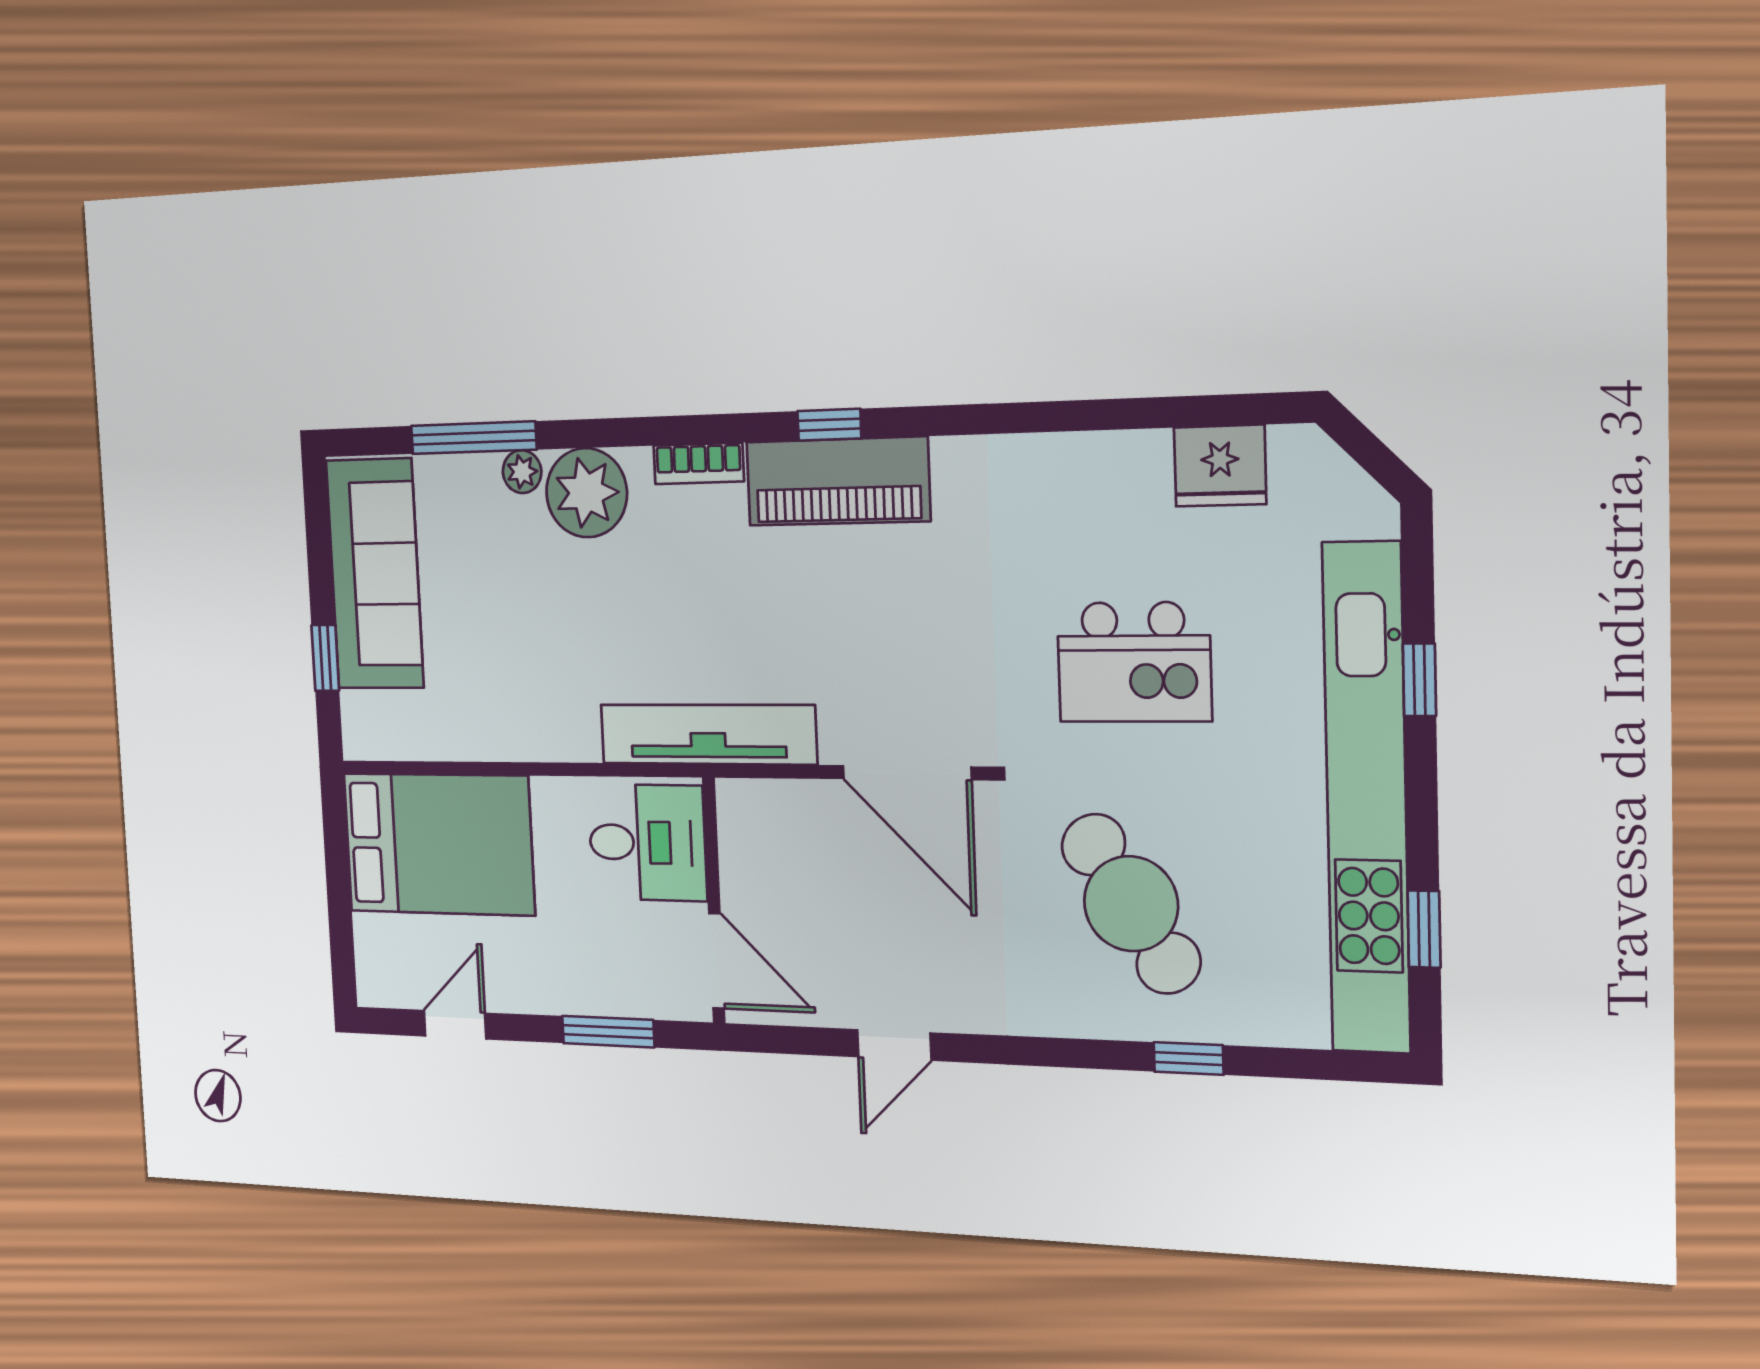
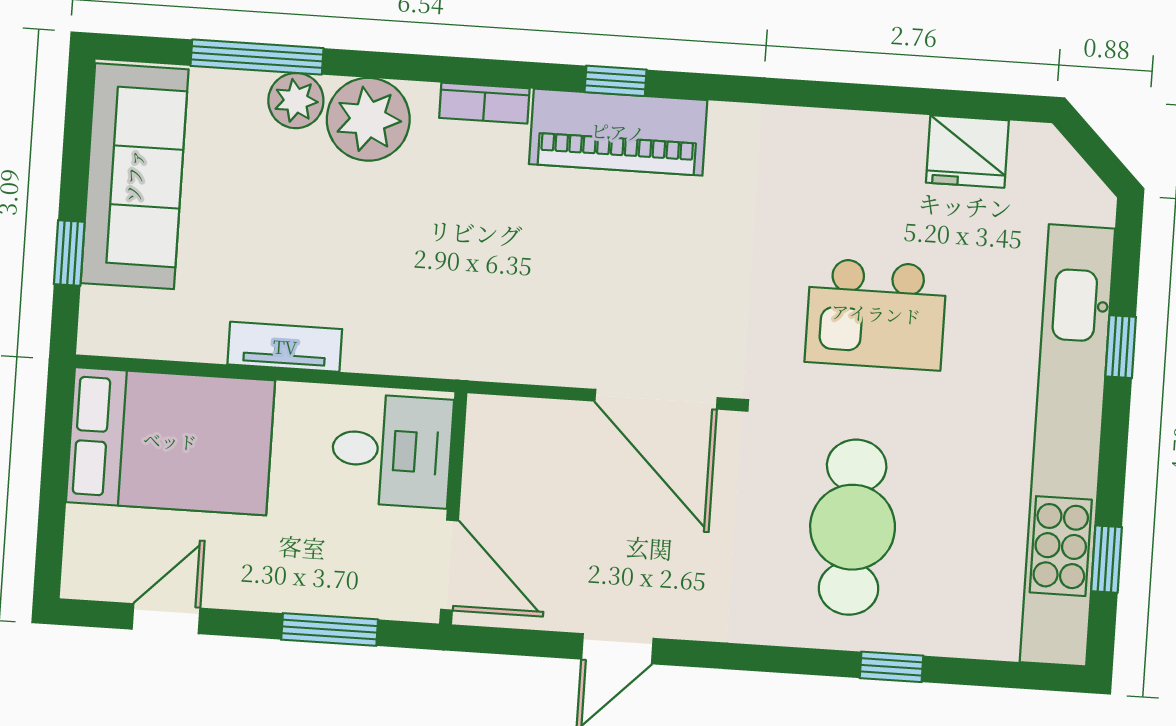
plant: (522, 472) -> (296, 101), width x1.38, depth x1.38
tv unit: (708, 734) -> (285, 347), moved, width x0.52, depth x0.78
cafe table: (1131, 904) -> (853, 527), turned 32

